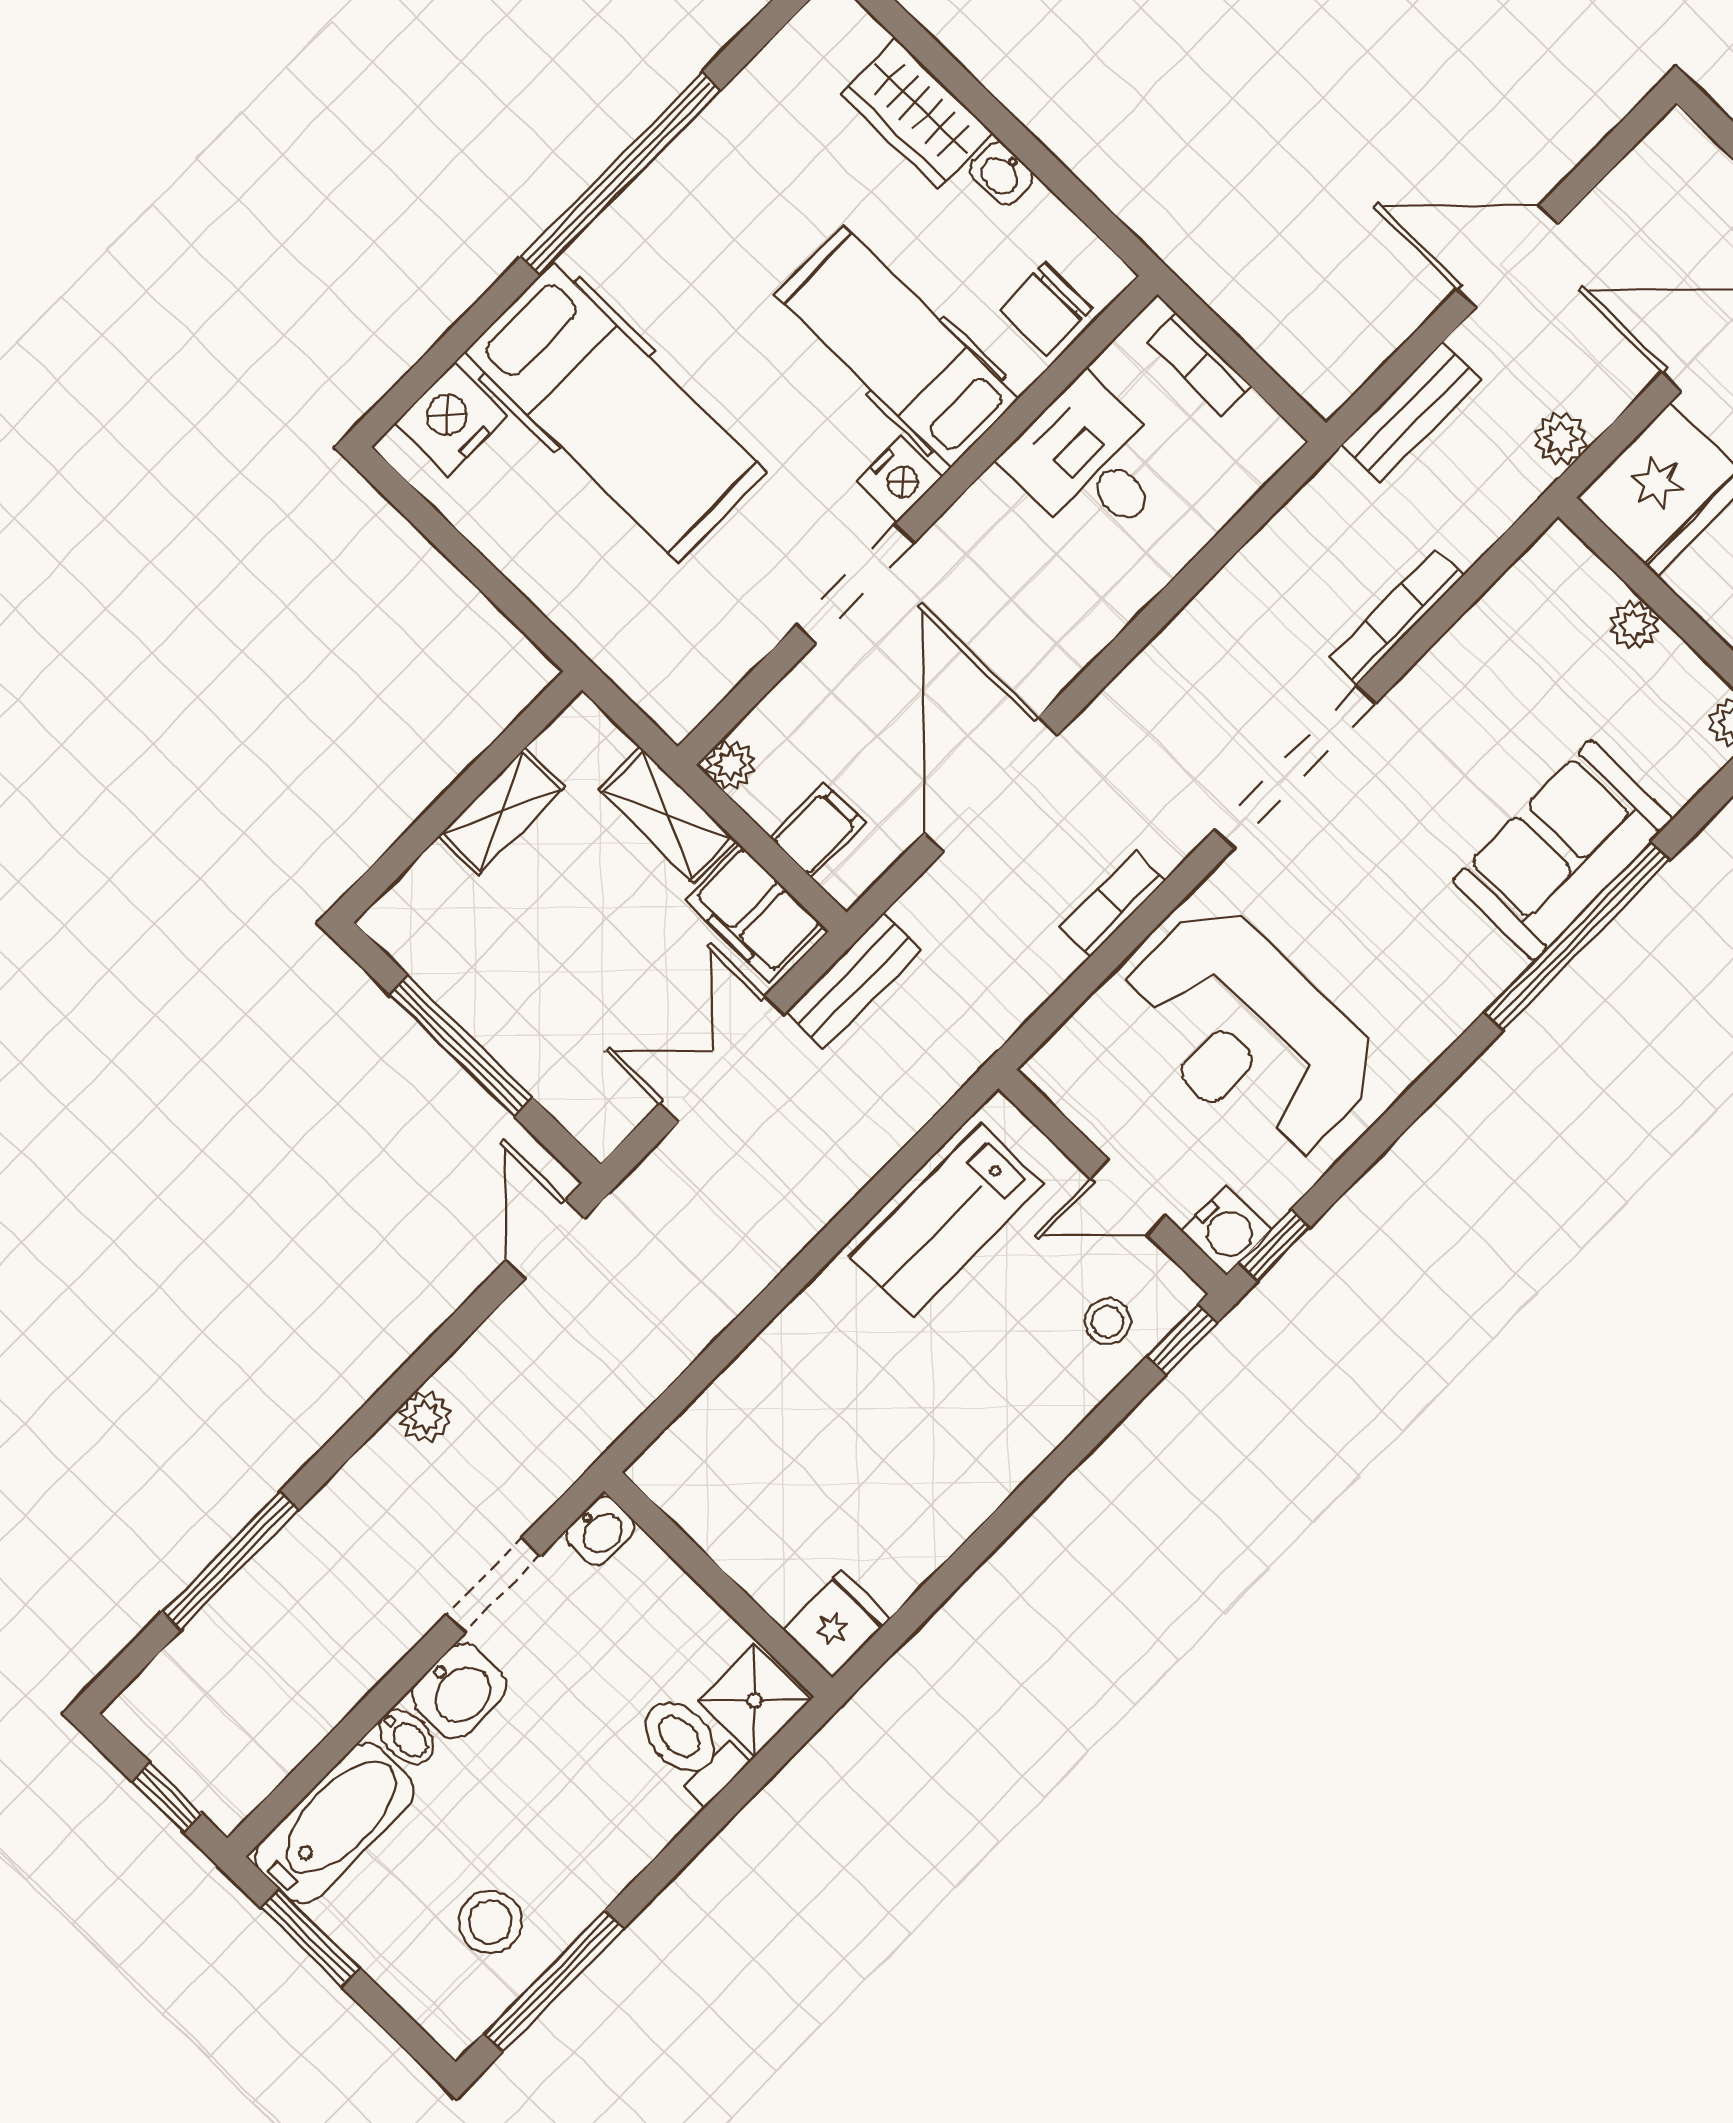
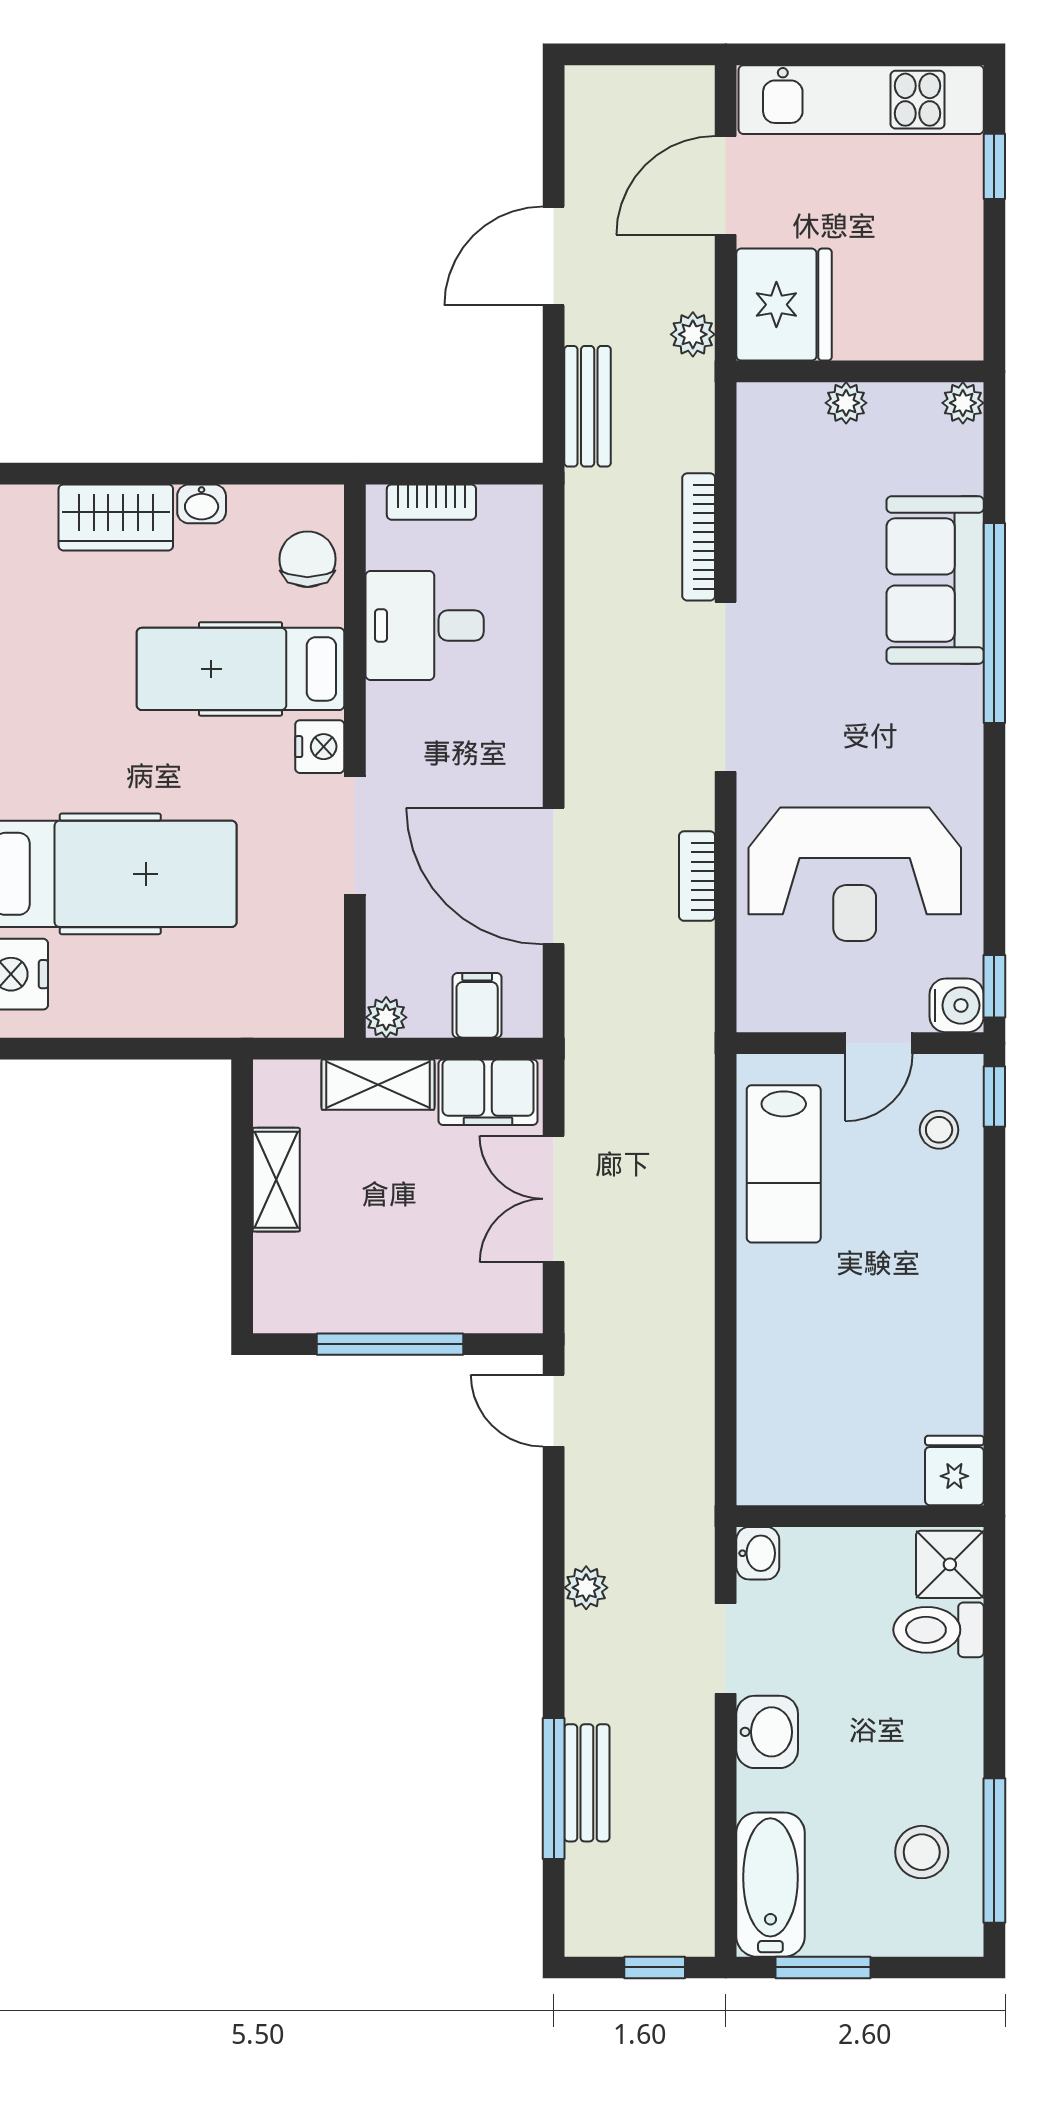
chair: (1045, 309) -> (307, 559), turned 180
bench: (854, 981) -> (587, 1783), moved
bidet: (406, 1737) -> (763, 1790), removed

